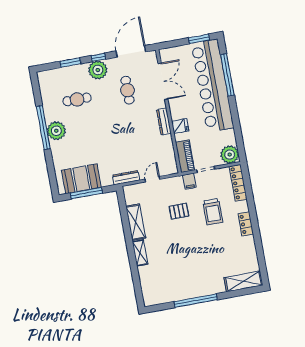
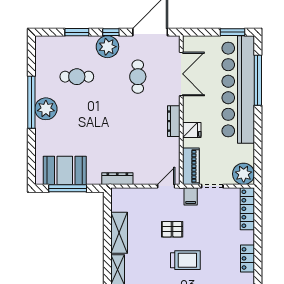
door: (152, 179) -> (166, 186), moved
trolley: (213, 212) -> (185, 260), moved, turned -90

